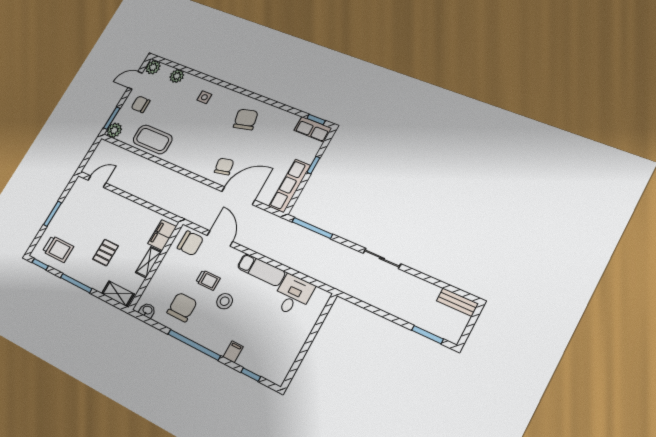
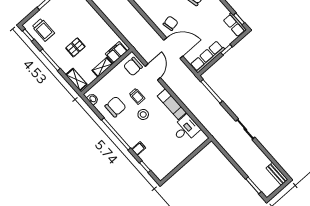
chair: (190, 243) -> (133, 67), turned 90

